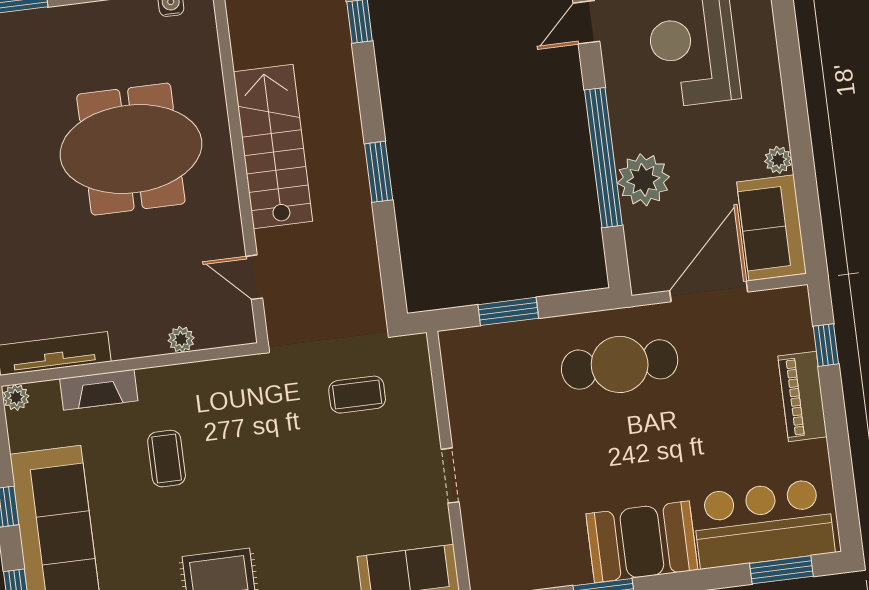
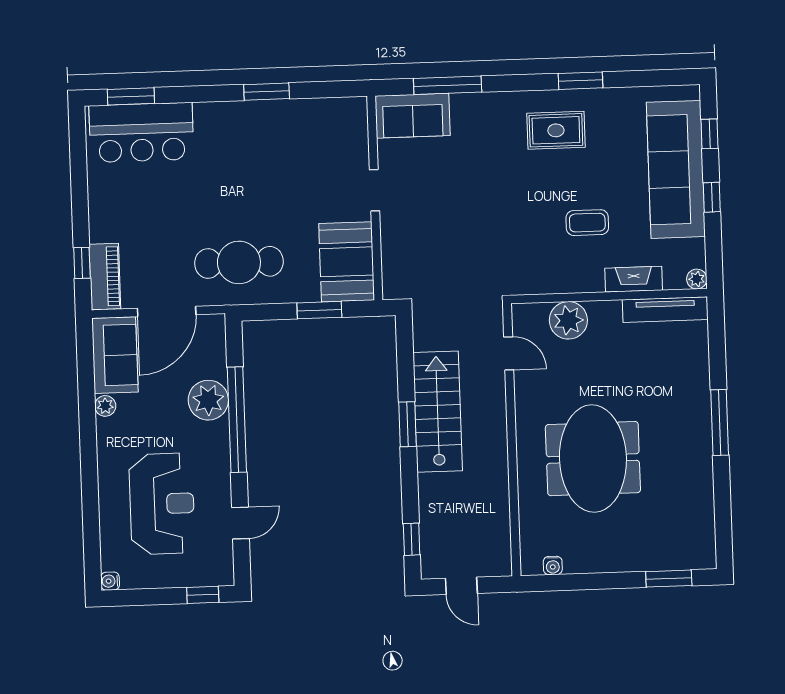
stairs: (273, 147) -> (438, 412), moved, turned 180
meeting table: (131, 149) -> (593, 459), turned 90
plant: (181, 339) -> (568, 320), width x1.88, depth x1.88
coffee table: (357, 395) -> (439, 258), removed
piano: (802, 396) -> (105, 276), moved
coffee table: (167, 459) -> (587, 223), turned 90
booth: (642, 542) -> (347, 262), moved, turned 90

